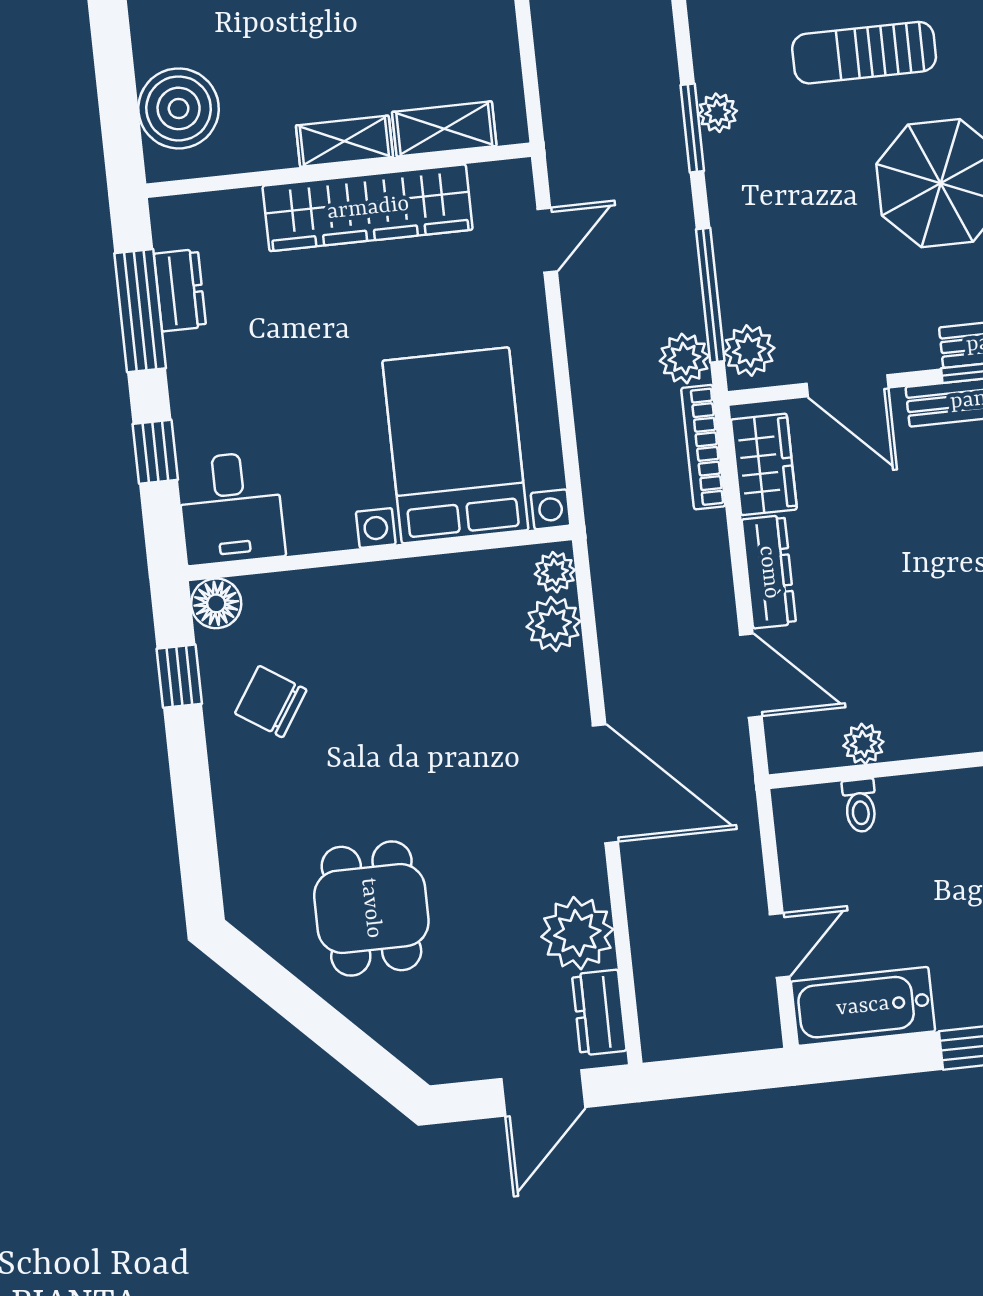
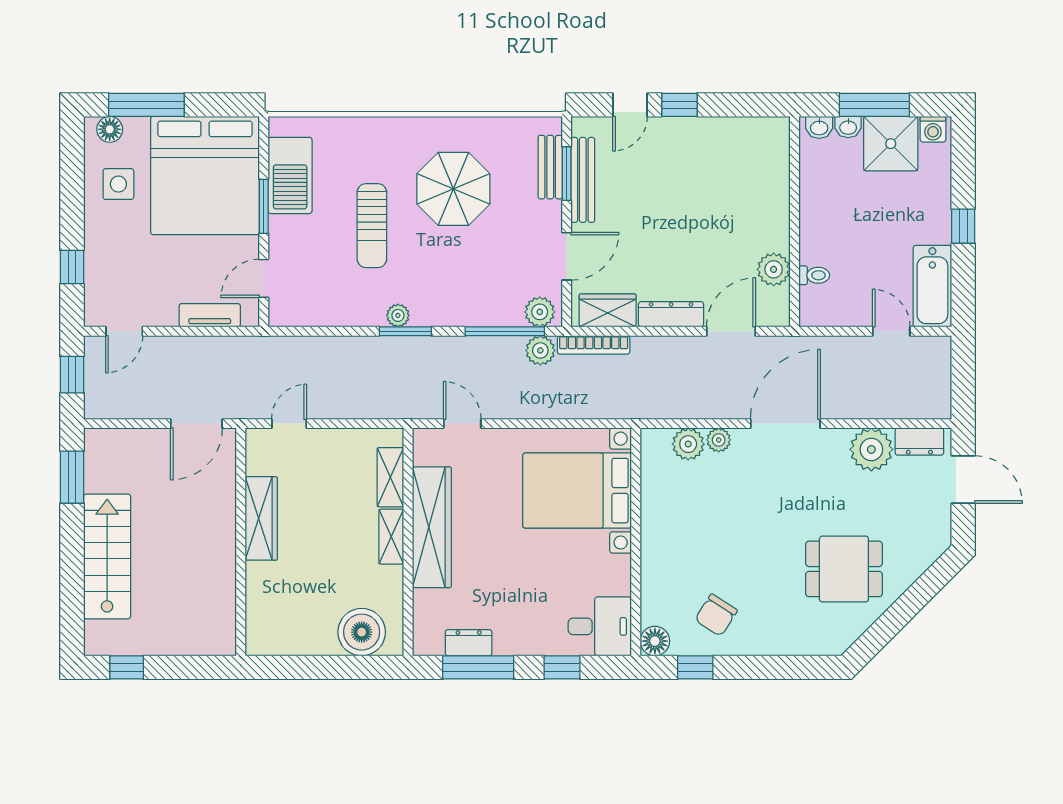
plant: (555, 572) -> (719, 440), moved
plant: (863, 744) -> (774, 269), width x1.38, depth x1.38

